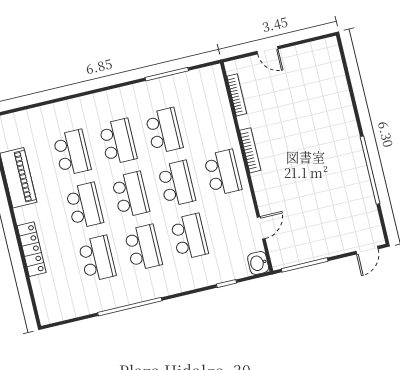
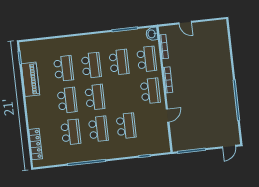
school desk: (177, 184) -> (147, 59), moved
door: (261, 228) -> (168, 115), moved
locker: (32, 249) -> (36, 144), moved
washbasin: (258, 263) -> (152, 34), moved

